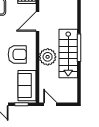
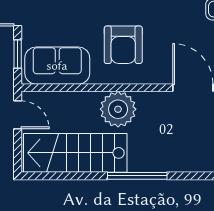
stairs: (68, 54) -> (75, 153), moved
door: (50, 104) -> (18, 115), hinge flipped

